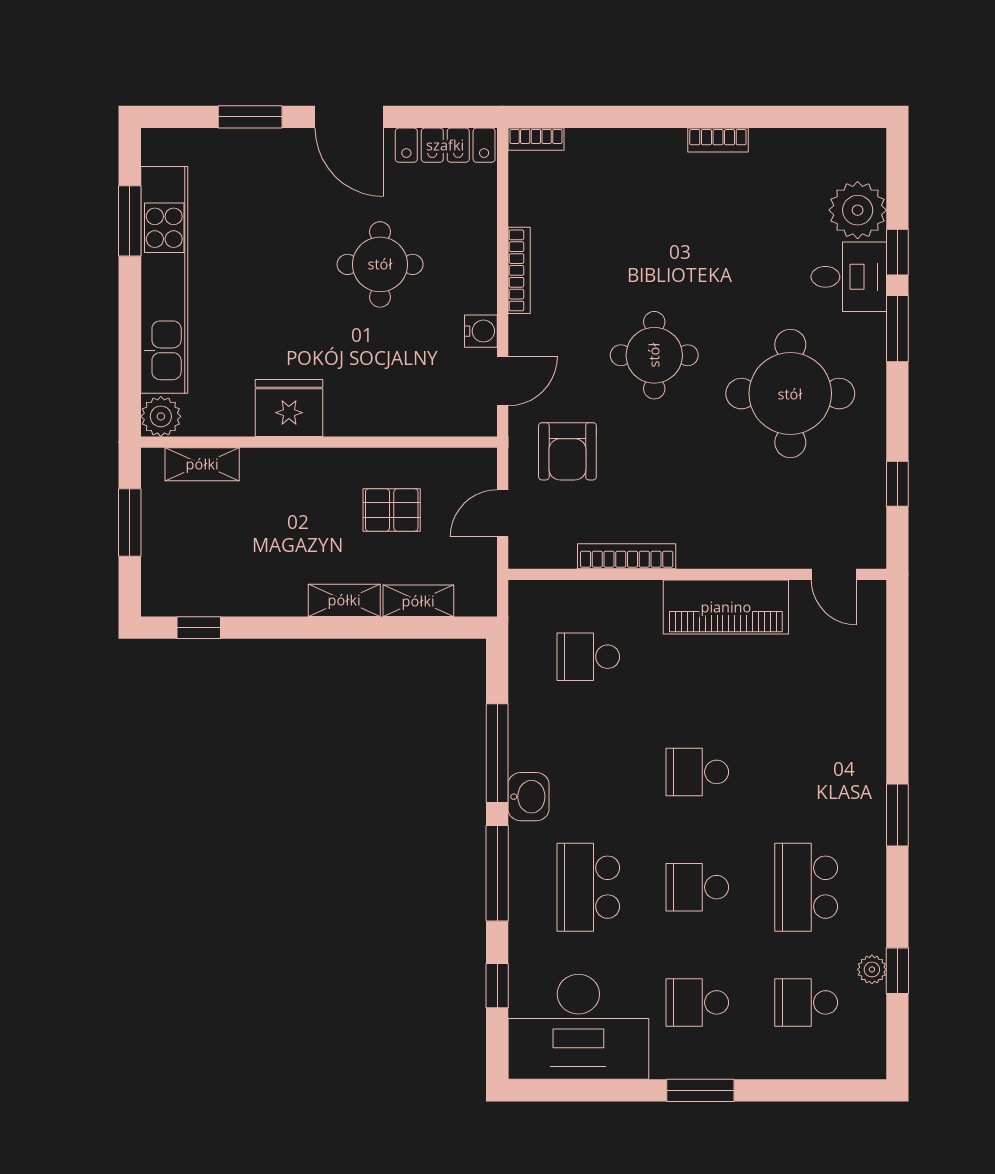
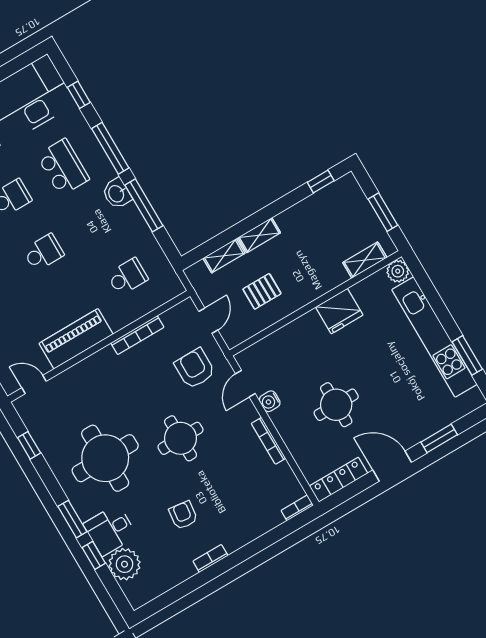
armchair: (721, 233) -> (183, 515), added

